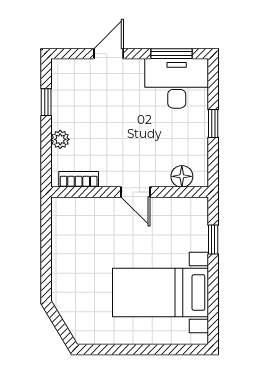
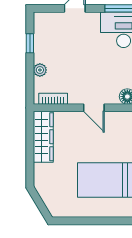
wardrobe: (65, 232) -> (43, 137), added

